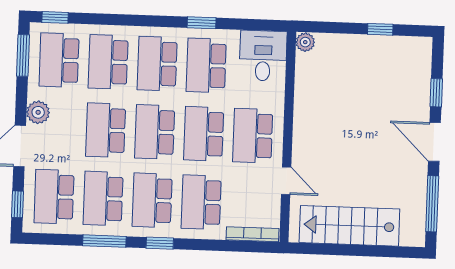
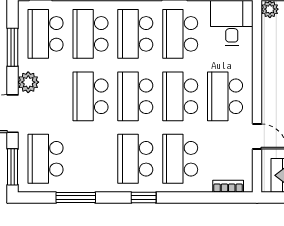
window: (23, 55) -> (13, 47), moved
school desk: (103, 198) -> (90, 159), removed
window: (18, 204) -> (13, 167), width x1.50
bookcase: (253, 234) -> (228, 186), width x0.64
window: (104, 241) -> (76, 198), moved

